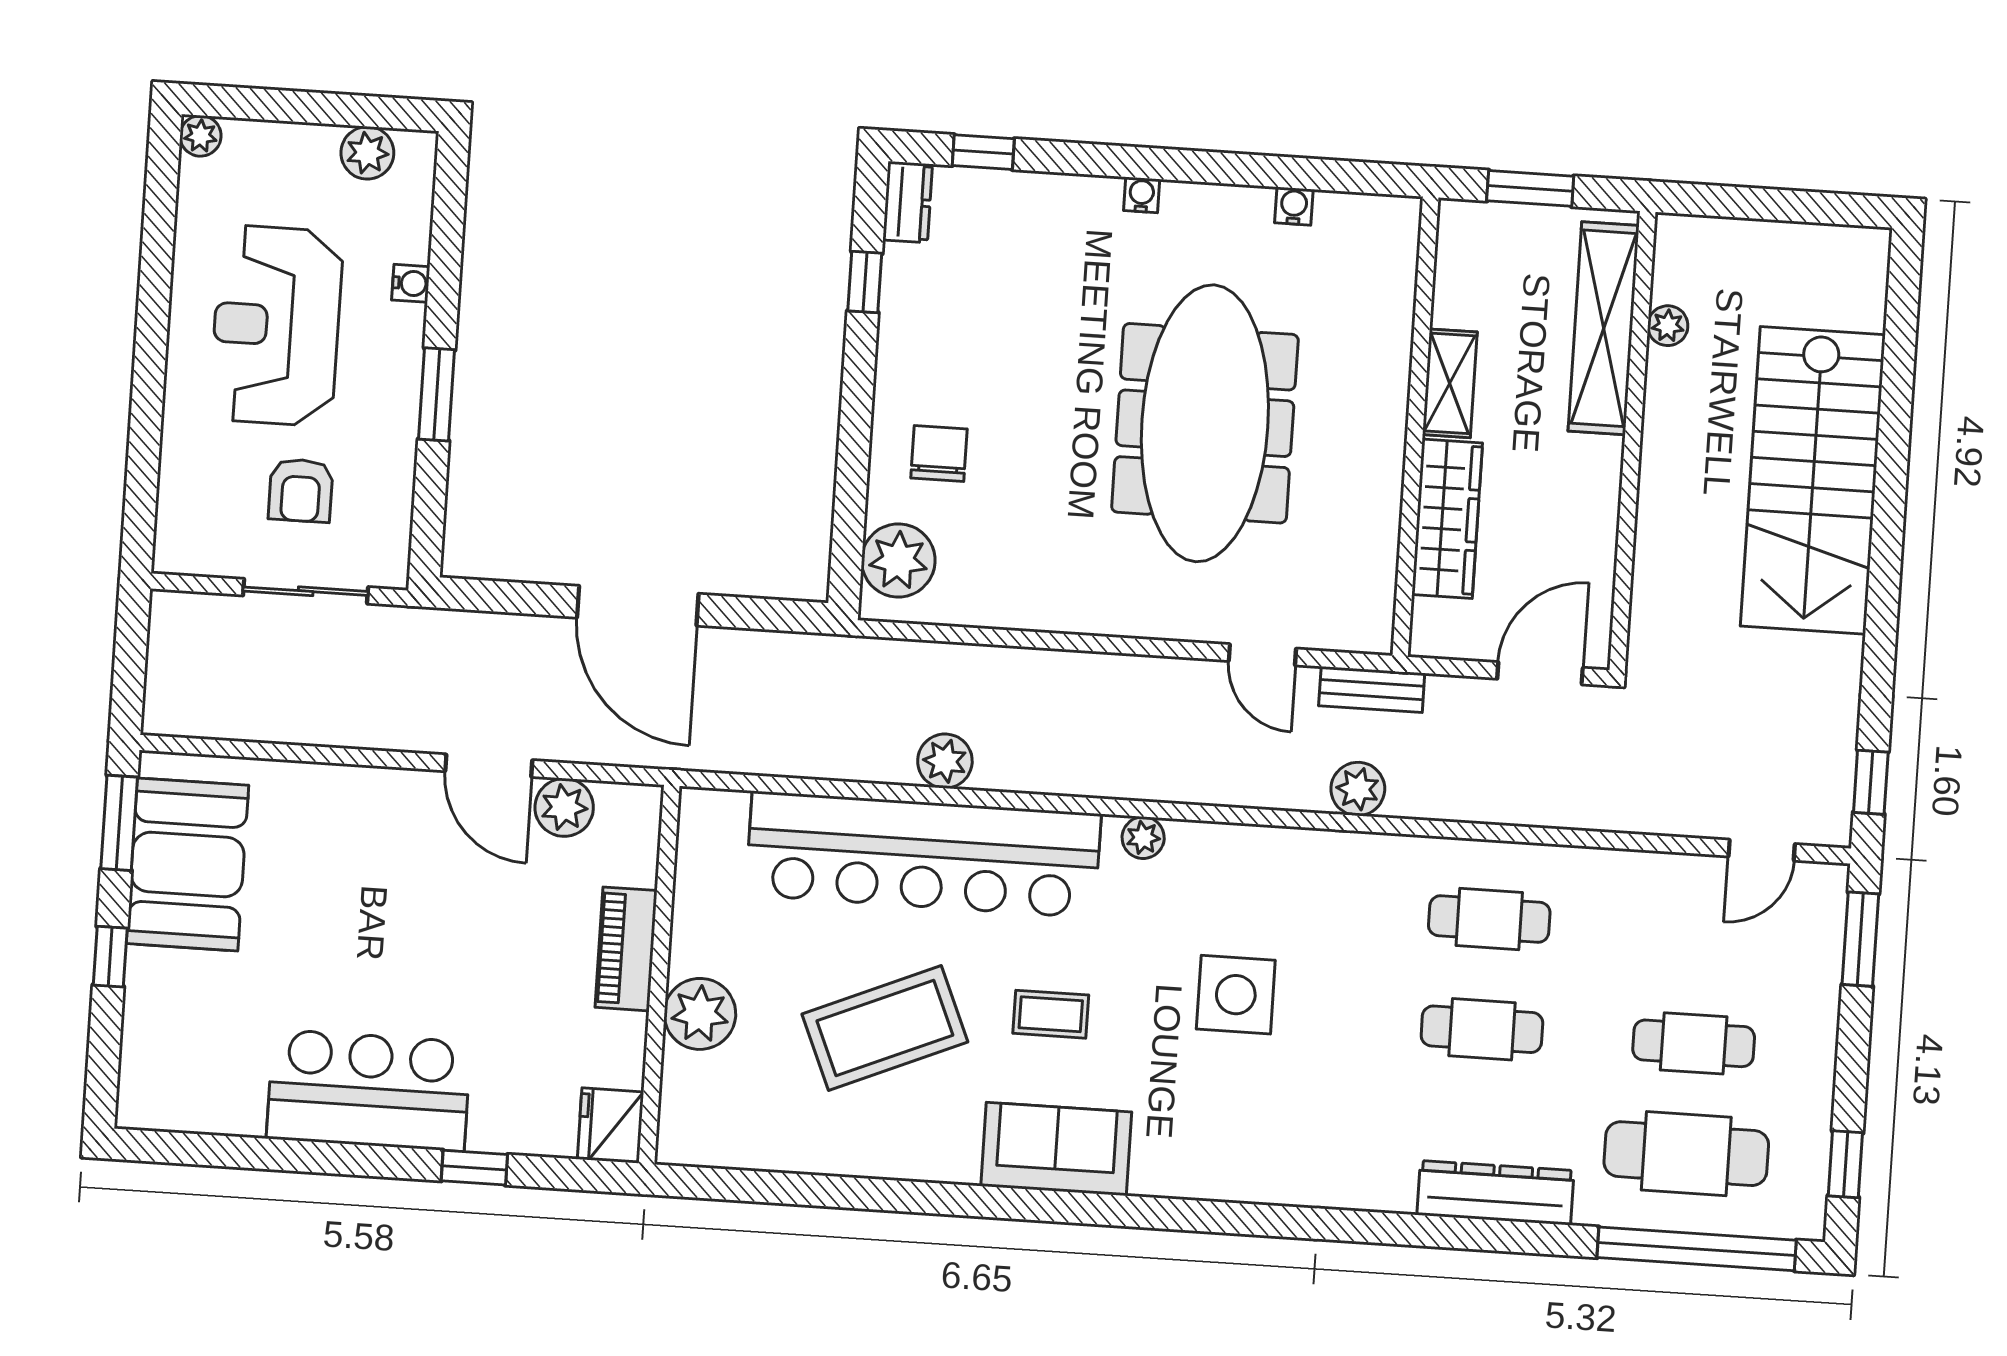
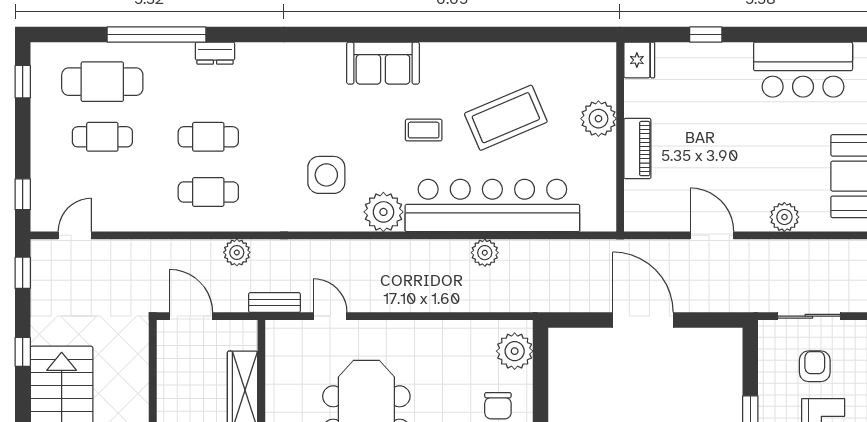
window: (1881, 624) -> (23, 352), added
door: (1540, 673) -> (191, 316), swing flipped
plant: (1358, 789) -> (237, 252), moved
plant: (564, 807) -> (784, 217), moved
plant: (1143, 838) -> (383, 212), width x1.88, depth x1.88
window: (1860, 939) -> (23, 194), width x0.67
side table: (1236, 995) -> (326, 175), moved
bar counter: (369, 1090) -> (803, 70), moved
sofa: (1056, 1149) -> (383, 63), moved
dresser: (1495, 1193) -> (215, 53), width x0.51, depth x0.80
window: (1697, 1249) -> (156, 35), moved

